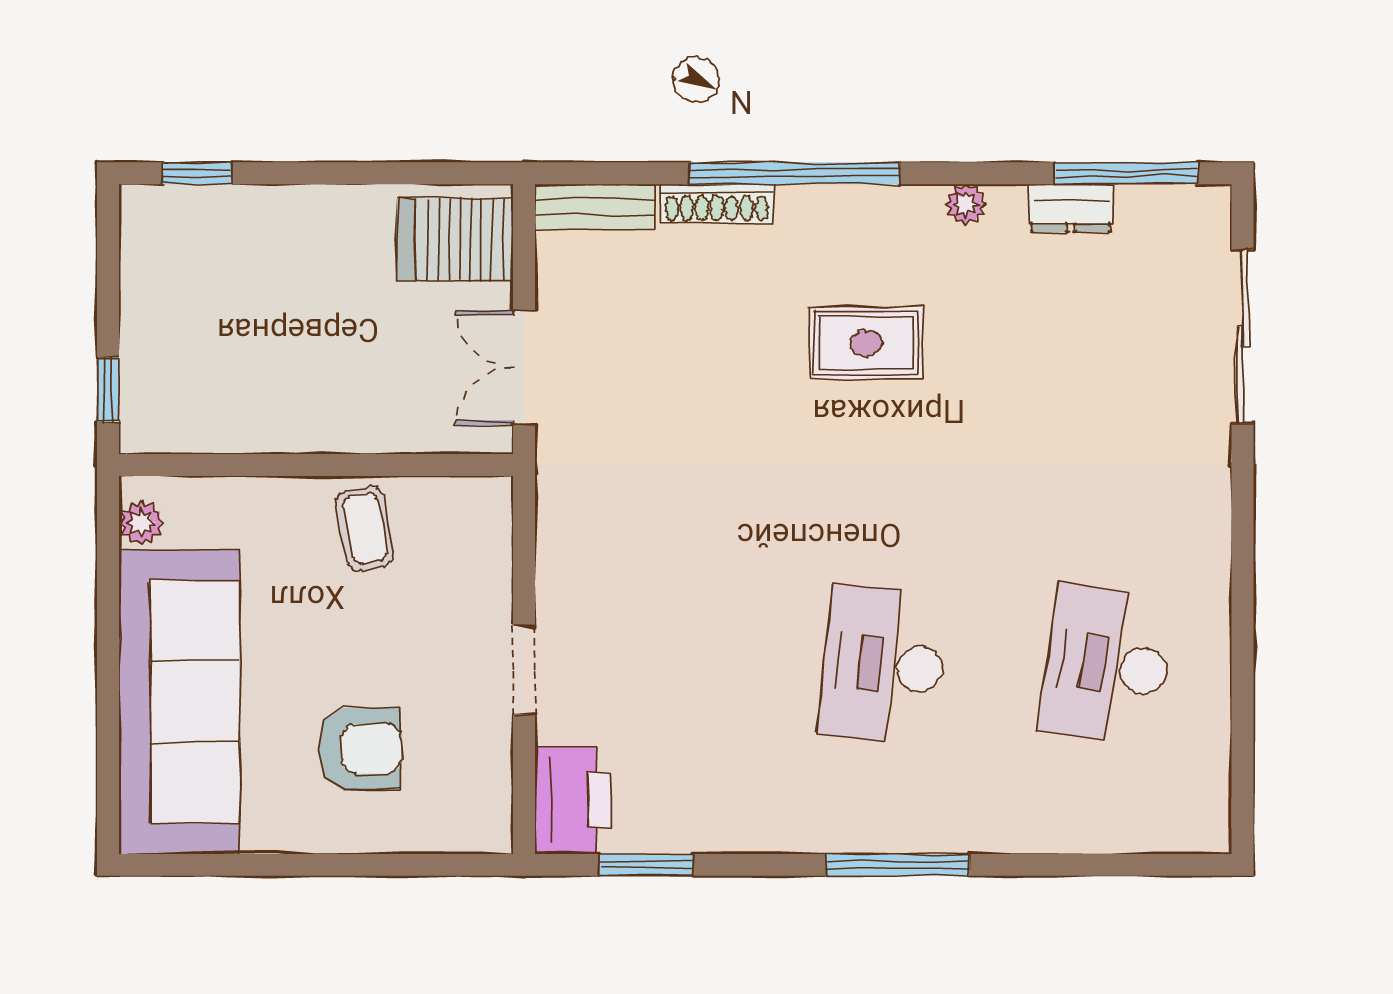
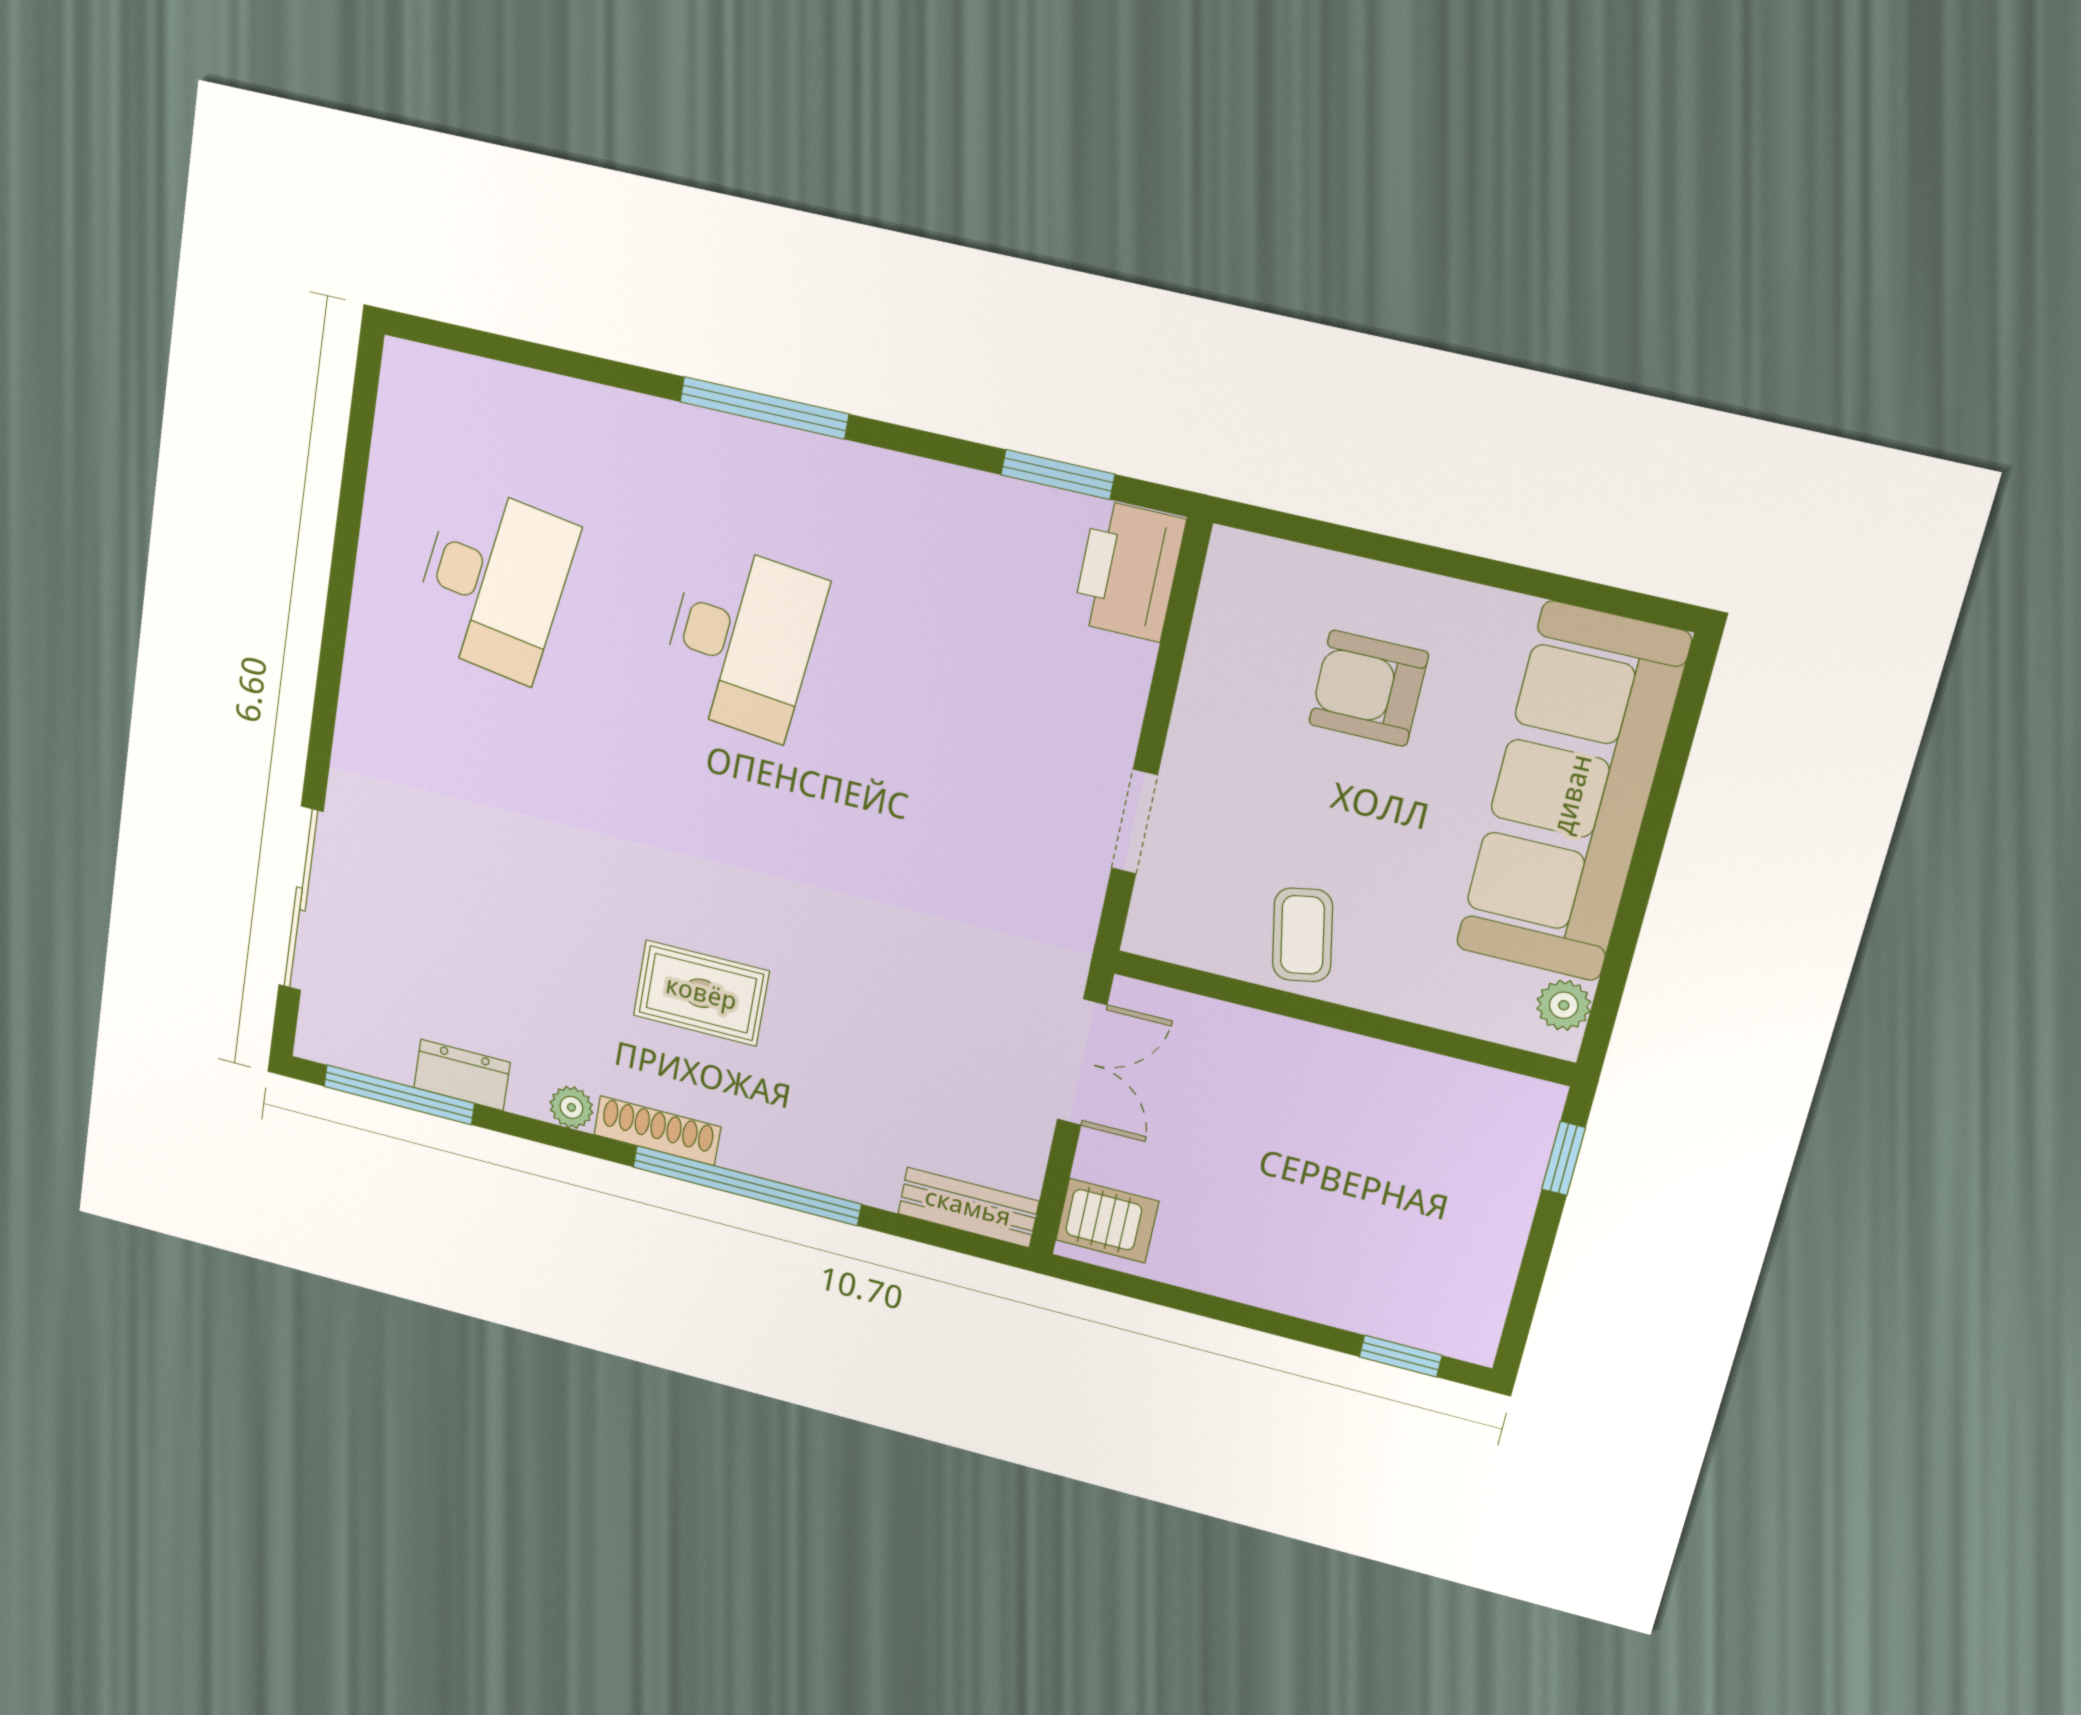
shoe rack: (717, 203) -> (657, 1131), moved
server rack: (455, 240) -> (1107, 1221), width x0.73, depth x0.70
doorway: (524, 670) -> (1135, 822), moved

